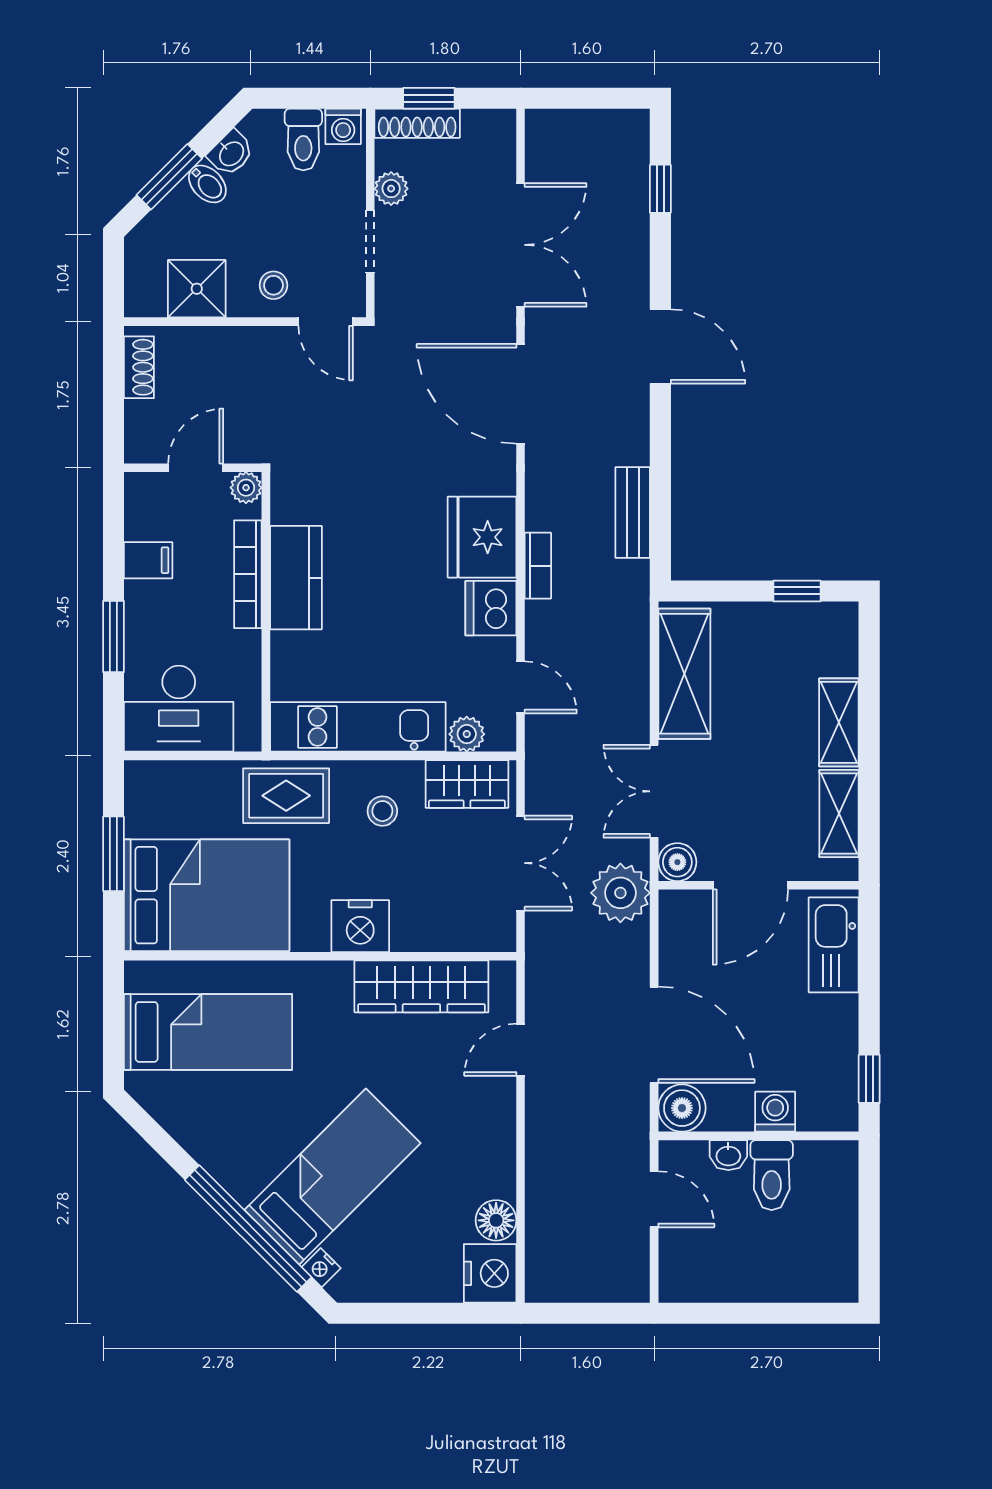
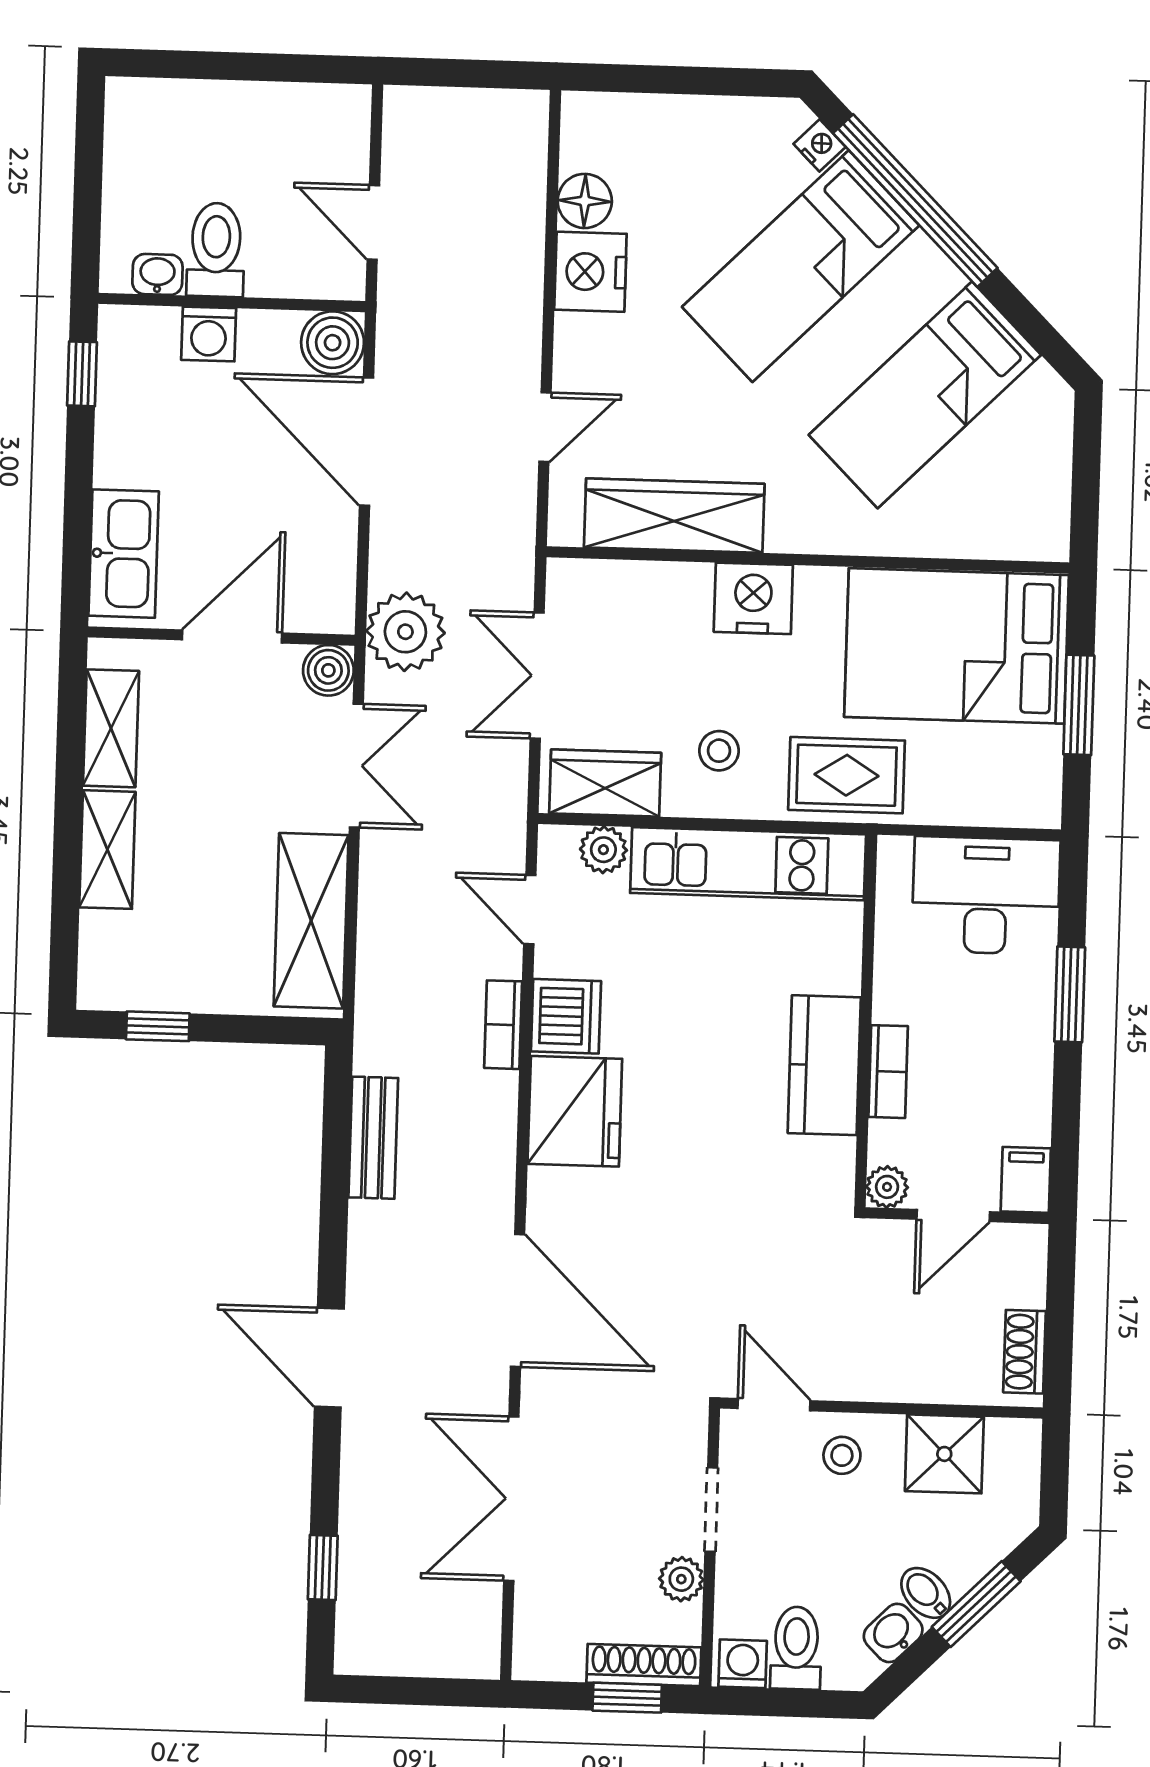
filing cabinet: (148, 560) -> (1026, 1180), moved, turned 90
bookcase: (538, 566) -> (503, 1025), moved
bookcase: (248, 574) -> (888, 1072), width x0.64
bed: (208, 1032) -> (925, 395), moved, turned -45
washbasin: (728, 1155) -> (157, 274), moved
nightstand: (490, 1273) -> (590, 272), moved

